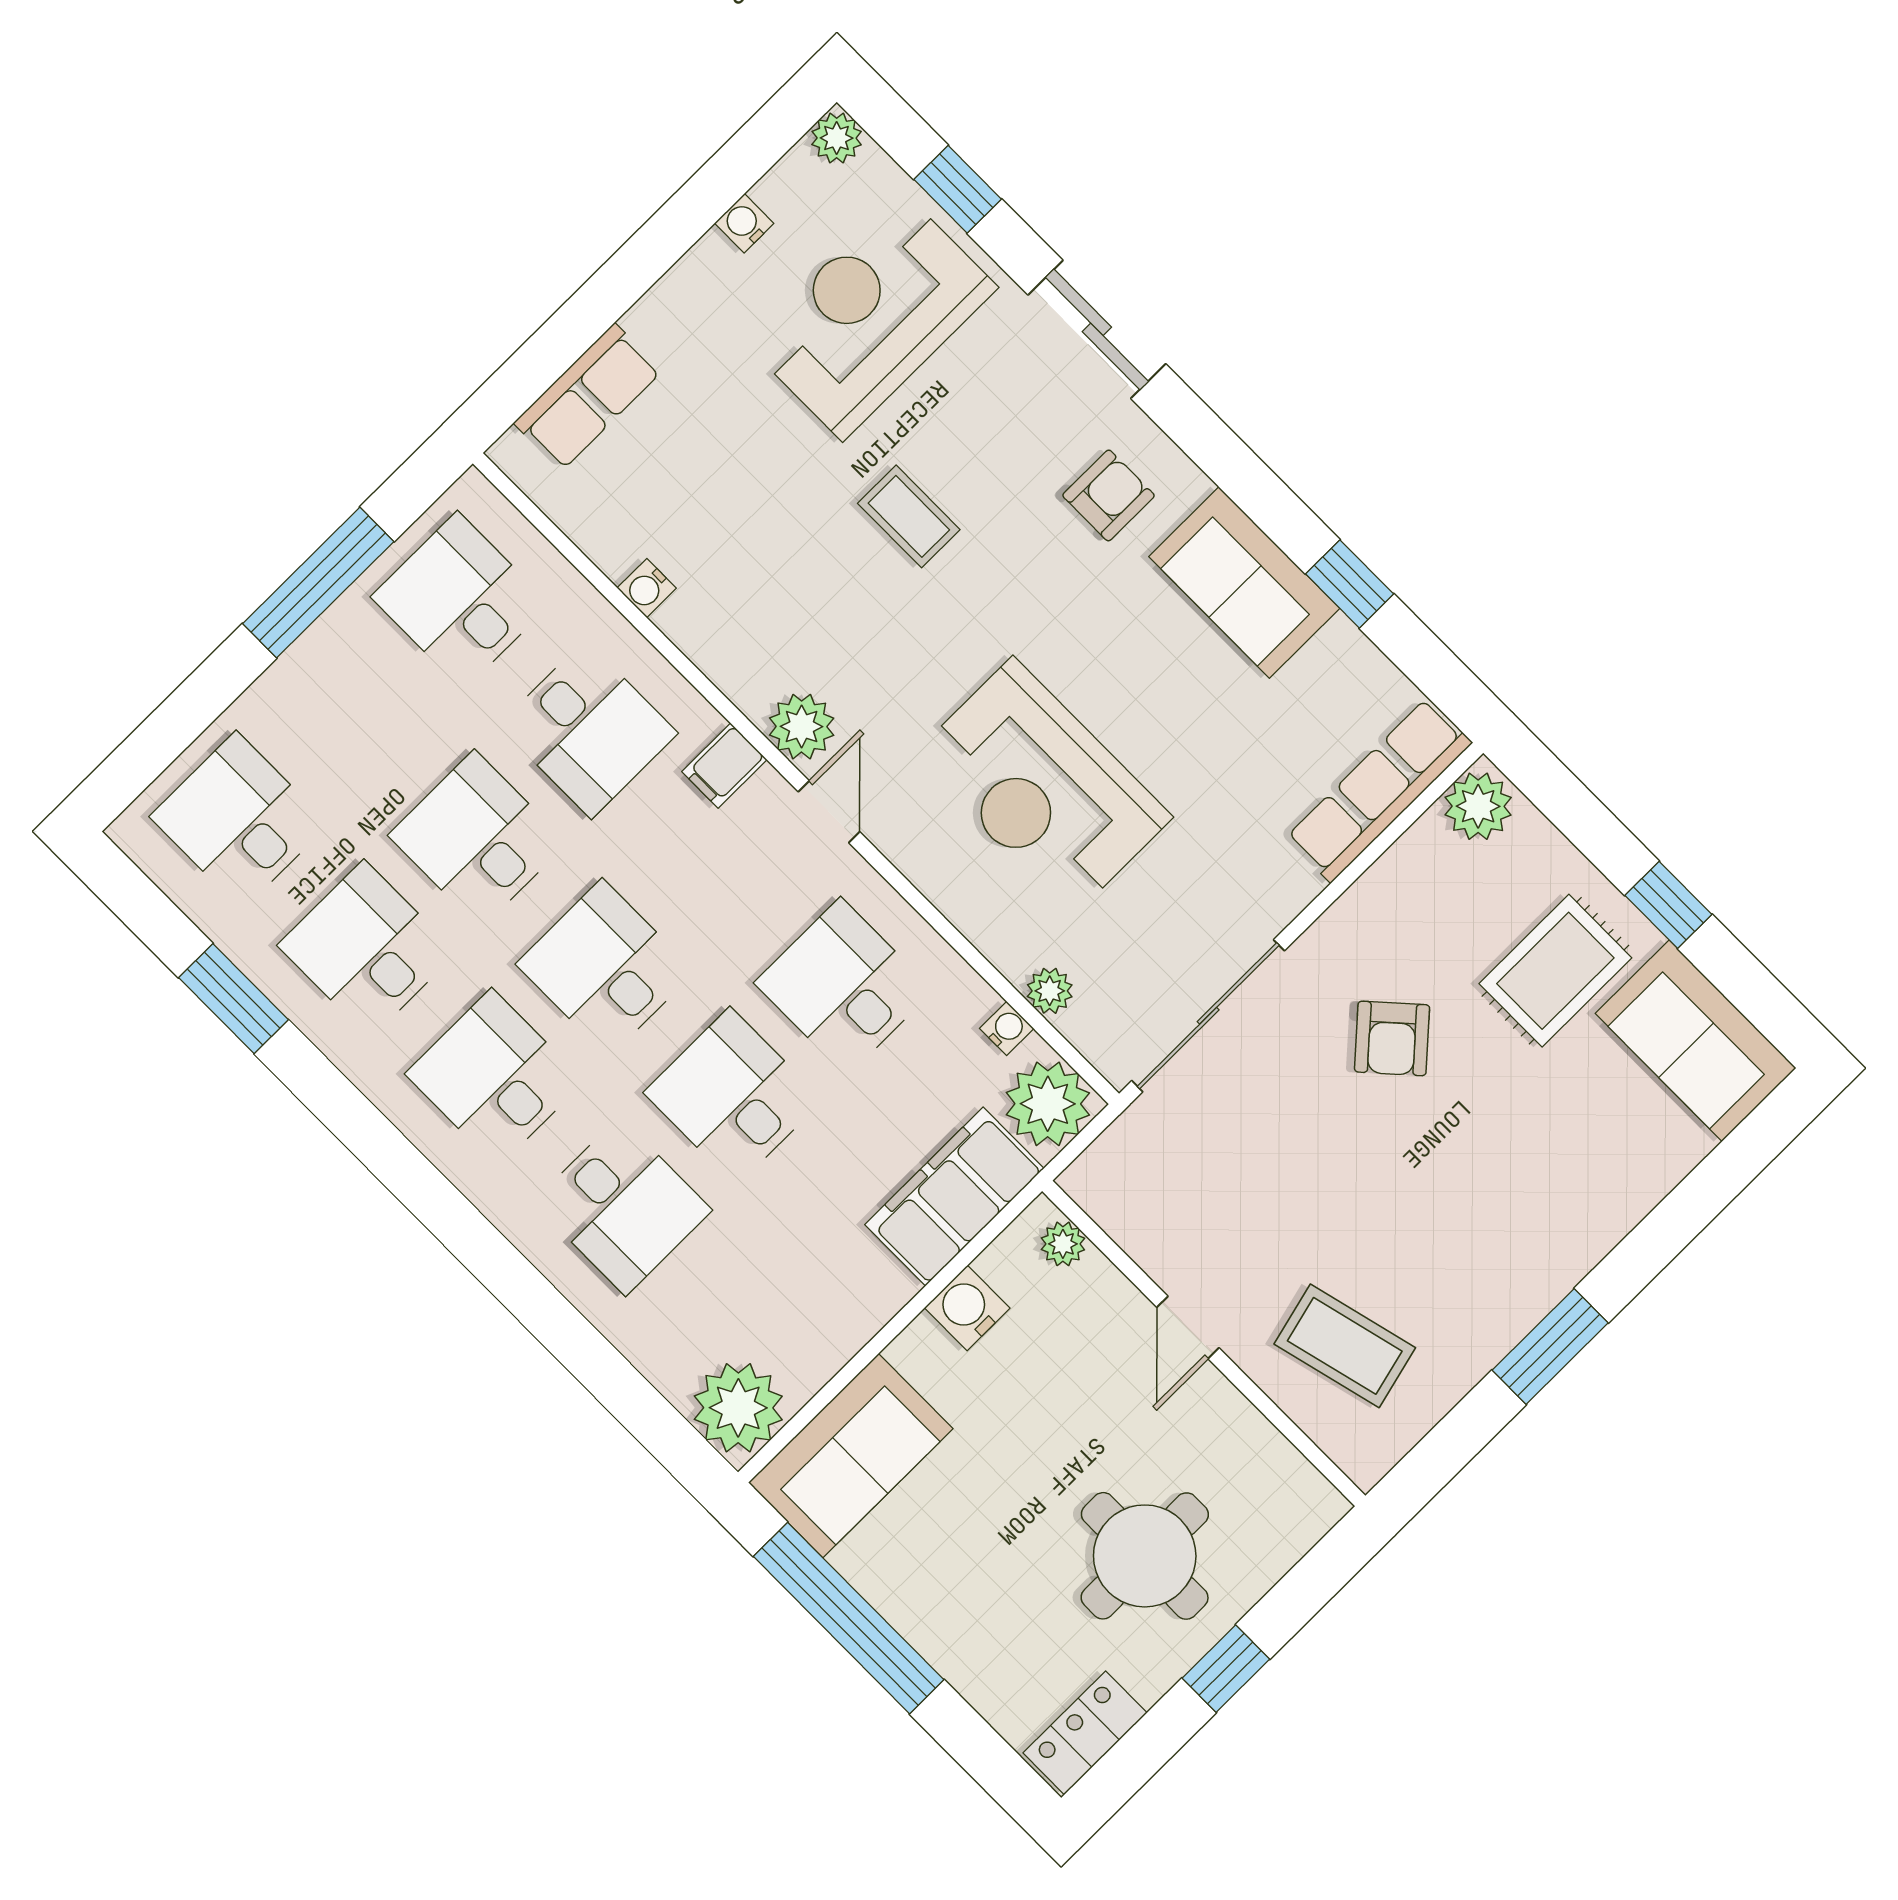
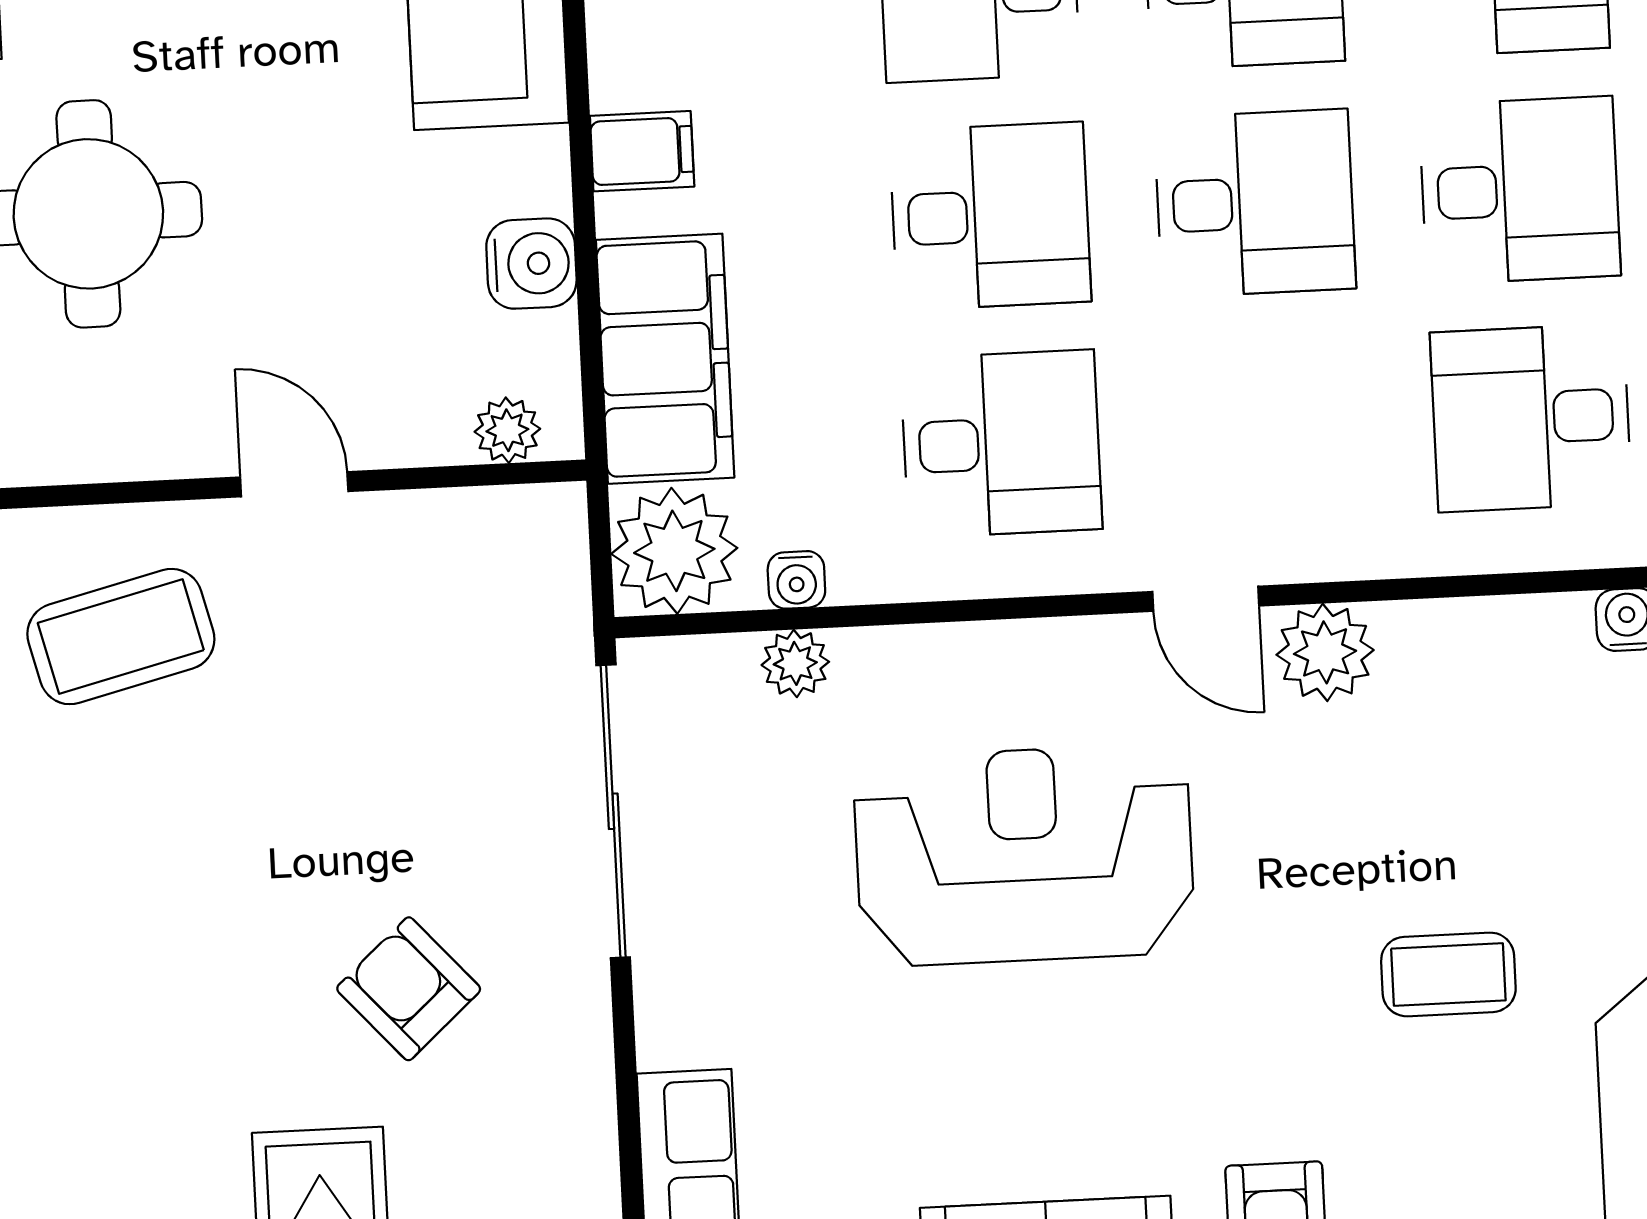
filing cabinet: (724, 766) -> (642, 151), moved, turned 90

